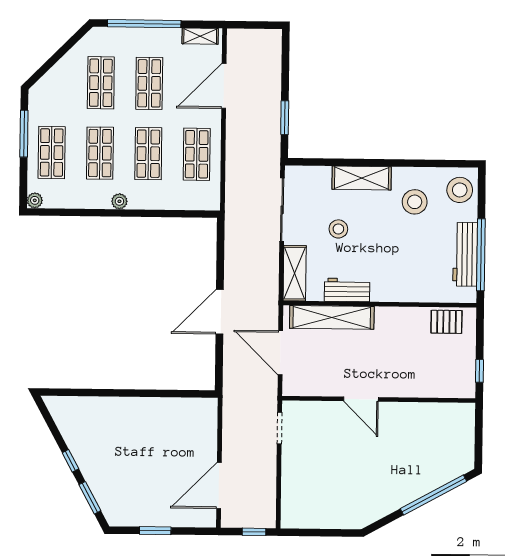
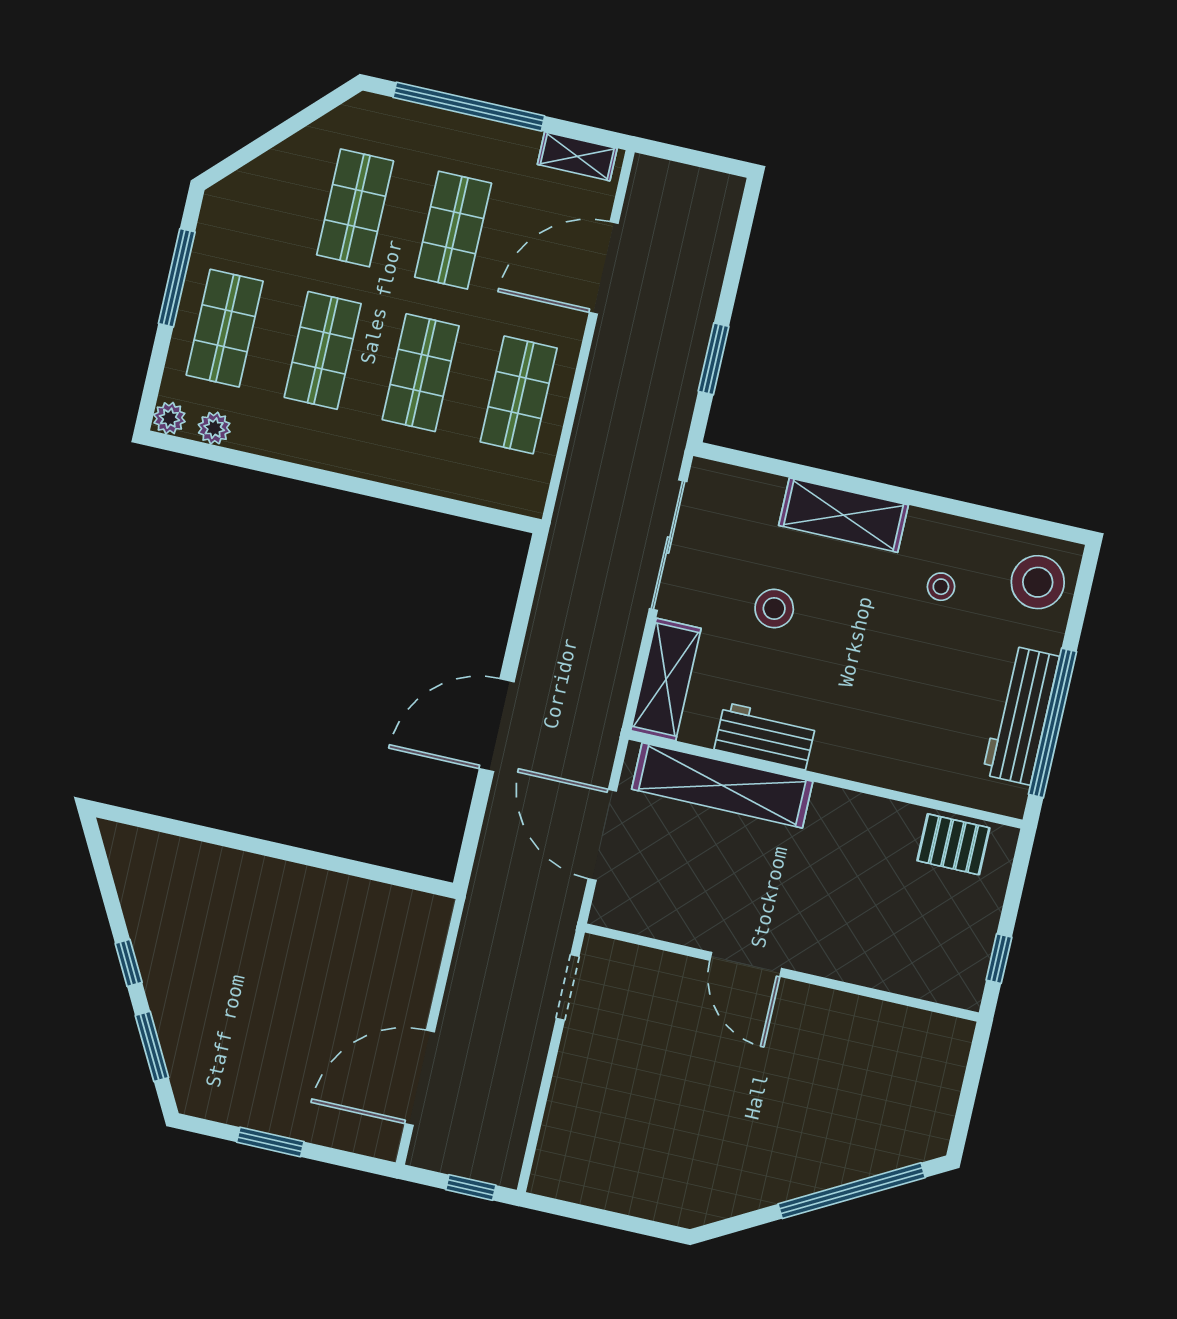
plant: (119, 201) -> (214, 428), moved
stool: (415, 202) -> (941, 587), width x0.53, depth x0.53

